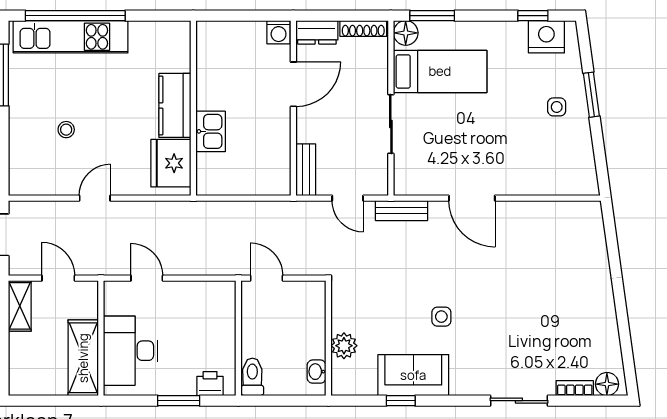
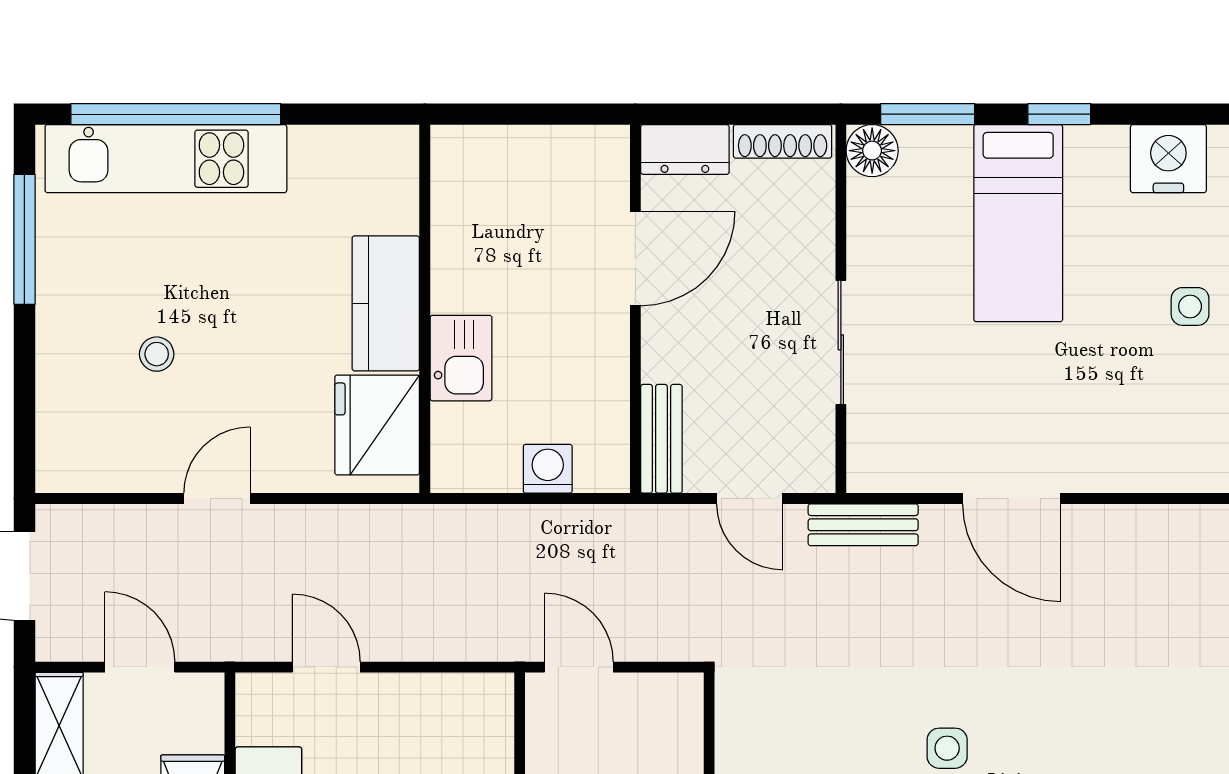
window: (533, 16) -> (1059, 114), moved
washing machine: (279, 32) -> (548, 469), moved, turned 180
bed: (440, 71) -> (1018, 223), moved, turned 90

